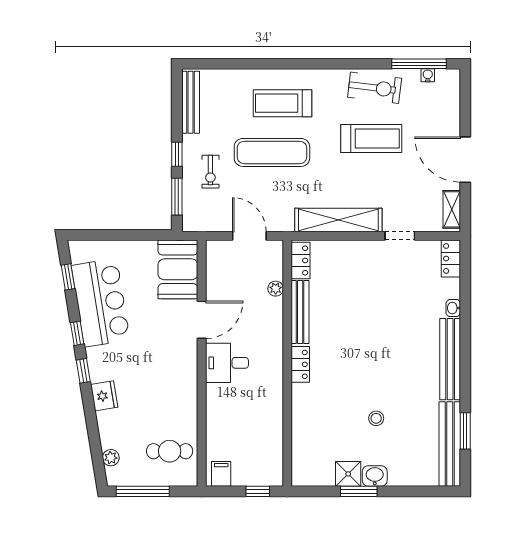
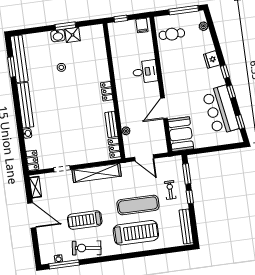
treadmill: (282, 103) -> (136, 233), width x1.37, depth x1.38
bench: (300, 312) -> (111, 124), width x0.73
desk: (227, 363) -> (145, 72), moved

